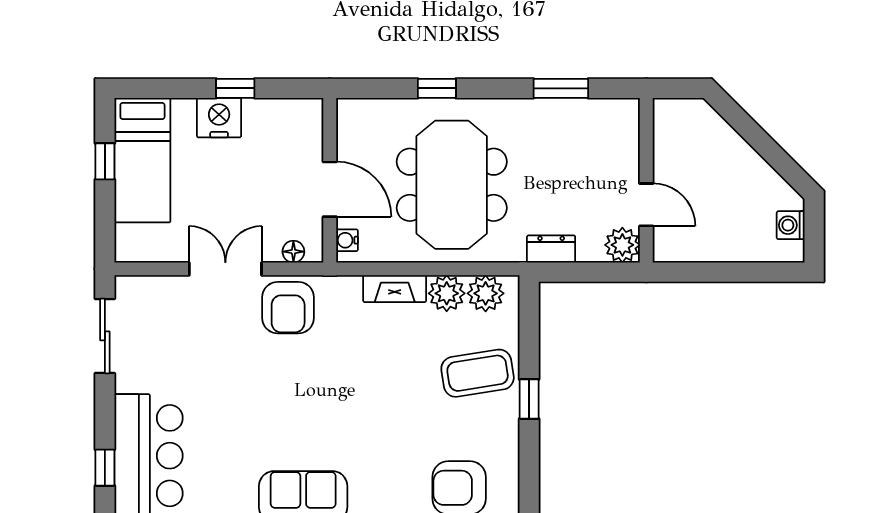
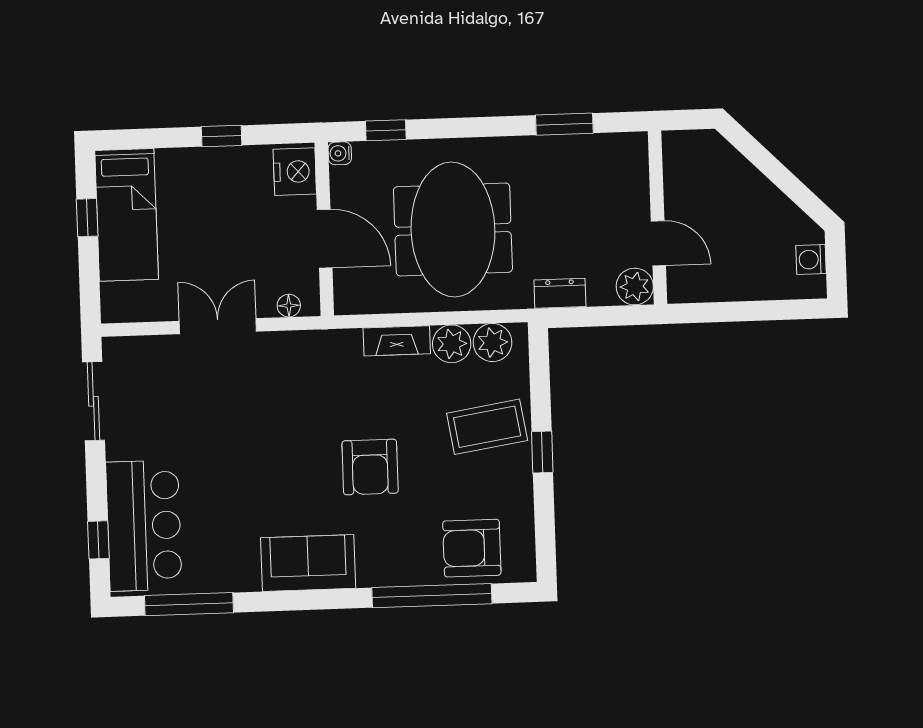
window: (437, 88) -> (386, 130), moved
nightstand: (219, 118) -> (295, 172), moved, turned 90
water cooler: (347, 240) -> (340, 153), moved
armchair: (288, 308) -> (370, 467), moved

